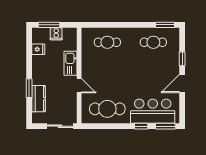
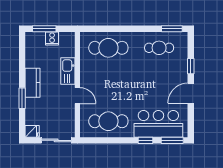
cafe table: (107, 42) -> (108, 48), width x1.37, depth x1.35
fridge: (38, 49) -> (32, 131), moved
kitchen counter: (38, 99) -> (33, 83), moved

